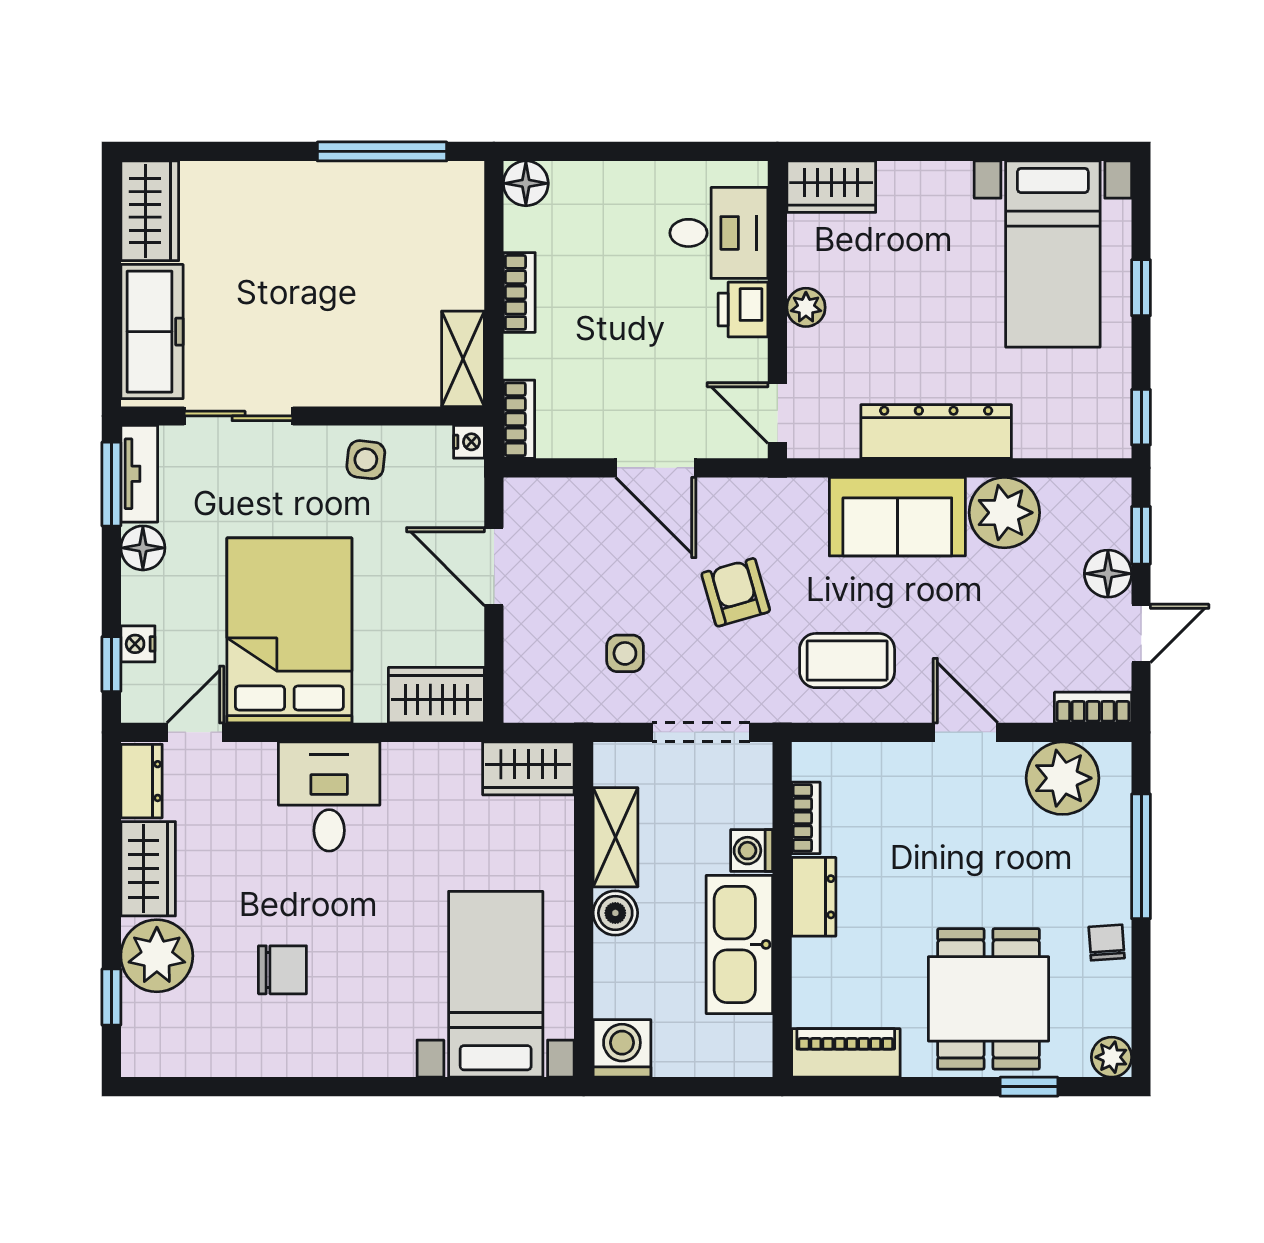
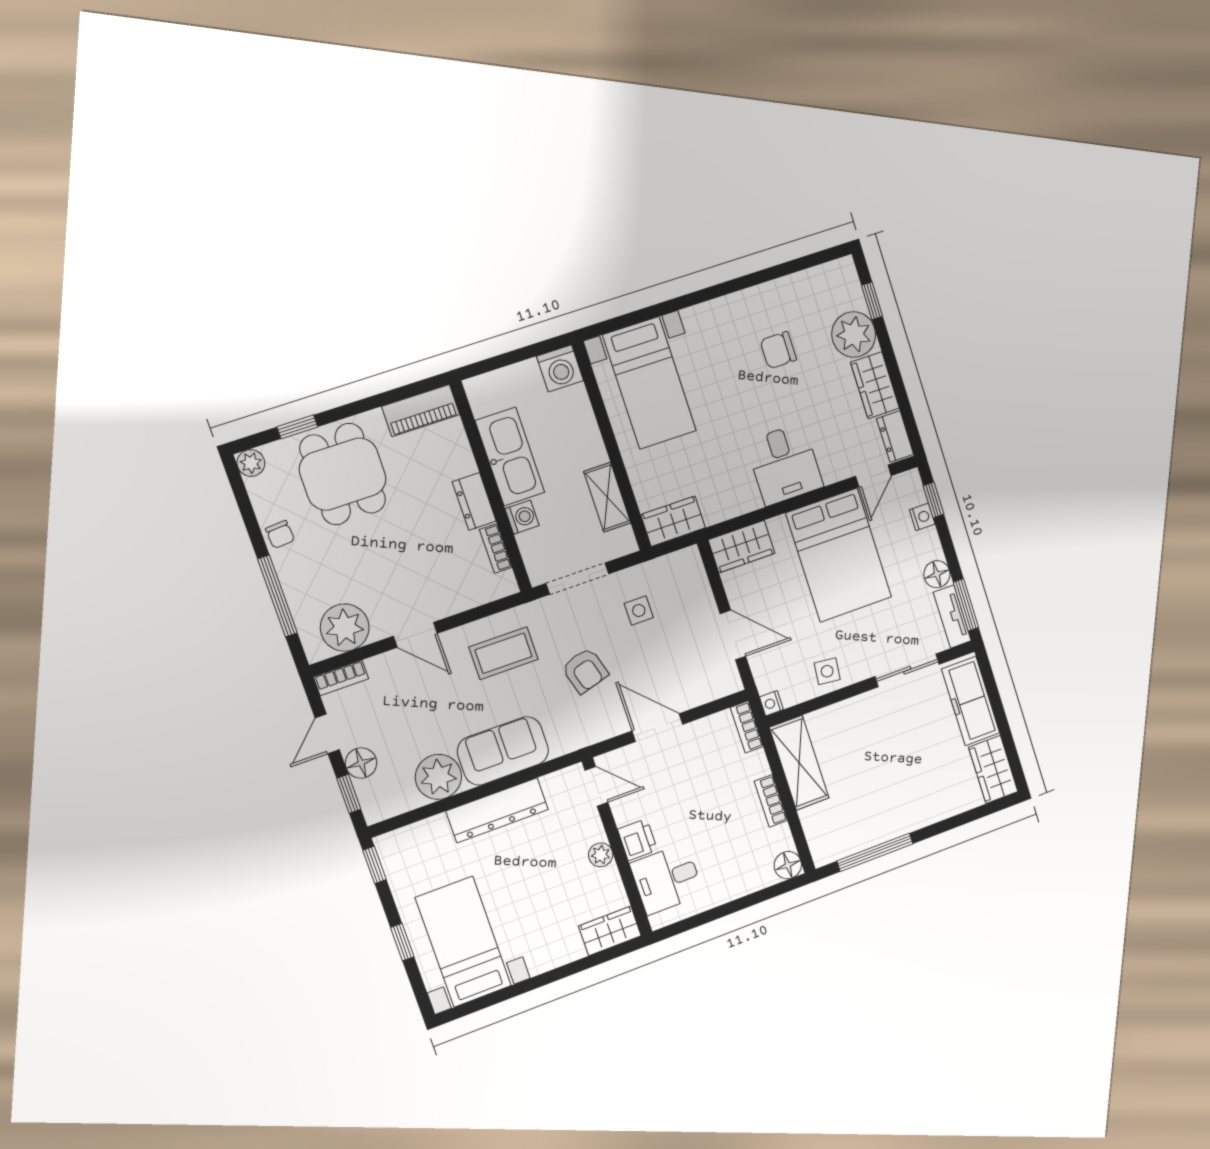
shelving: (463, 359) -> (799, 763), width x1.50, depth x1.33
boiler: (615, 913) -> (592, 451), removed

